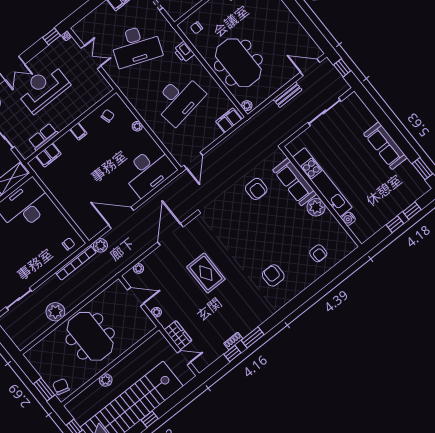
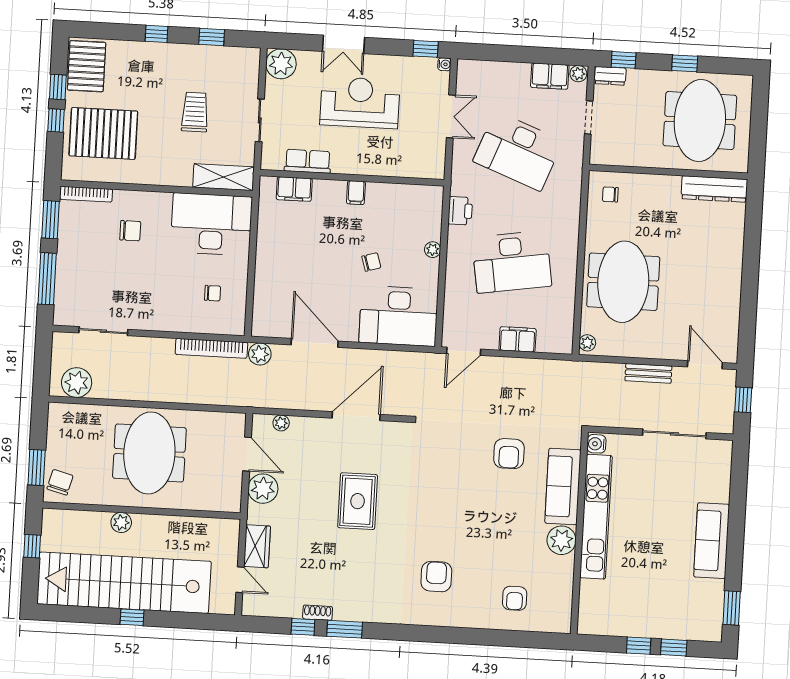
printer: (184, 52) -> (460, 211), moved, turned 180
chair: (108, 116) -> (371, 262), moved
filing cabinet: (229, 120) -> (518, 339), moved
water cooler: (348, 219) -> (596, 444), moved
chair: (68, 244) -> (213, 293), moved
plant: (55, 312) -> (77, 383), moved
plant: (156, 312) -> (263, 489), width x1.87, depth x1.87

